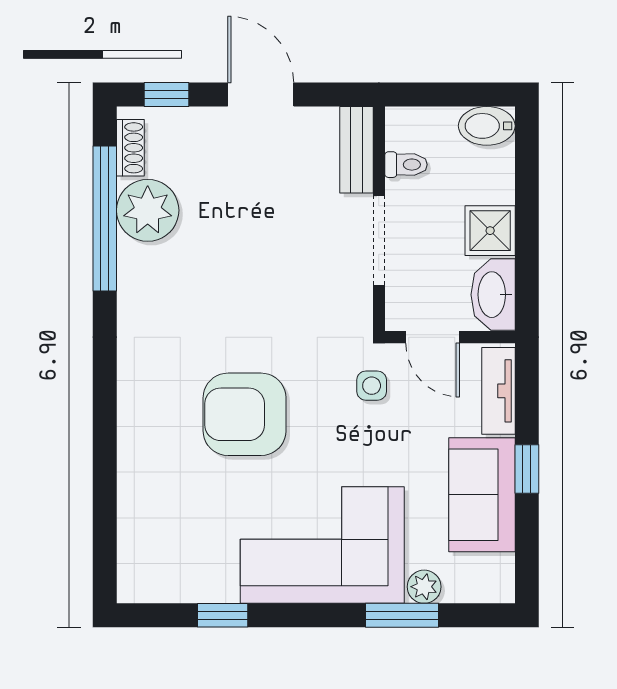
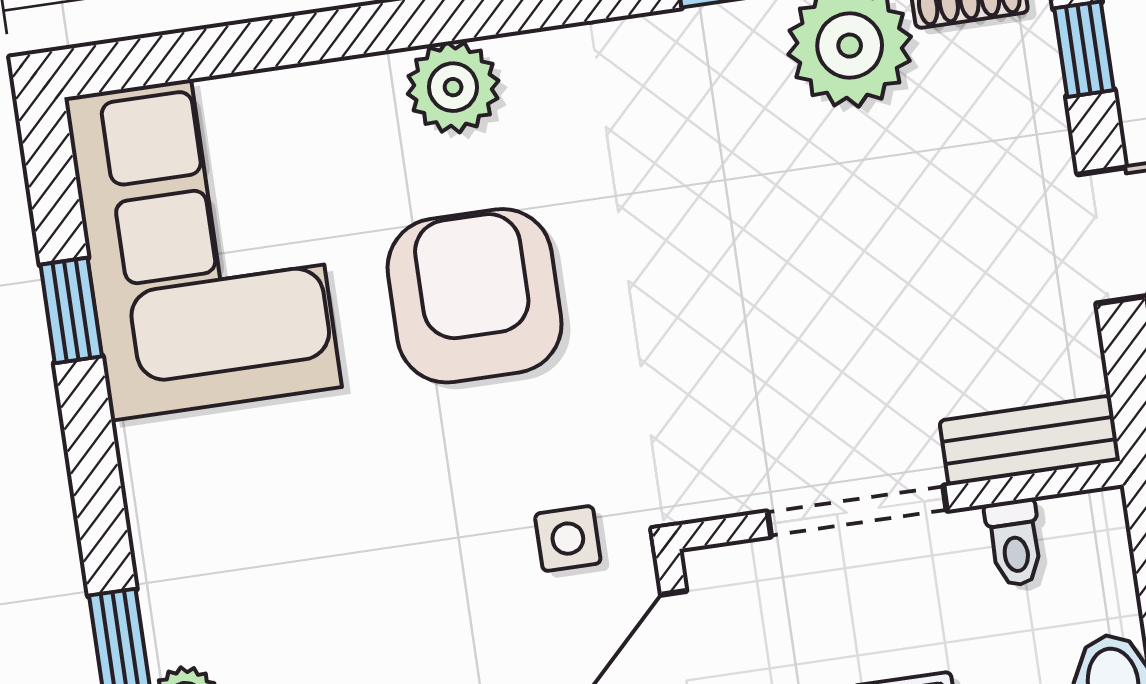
plant: (140, 410) -> (453, 87), added
corner sofa: (322, 545) -> (203, 242), moved

